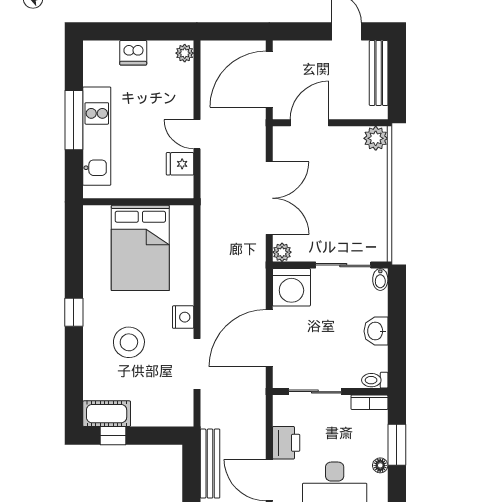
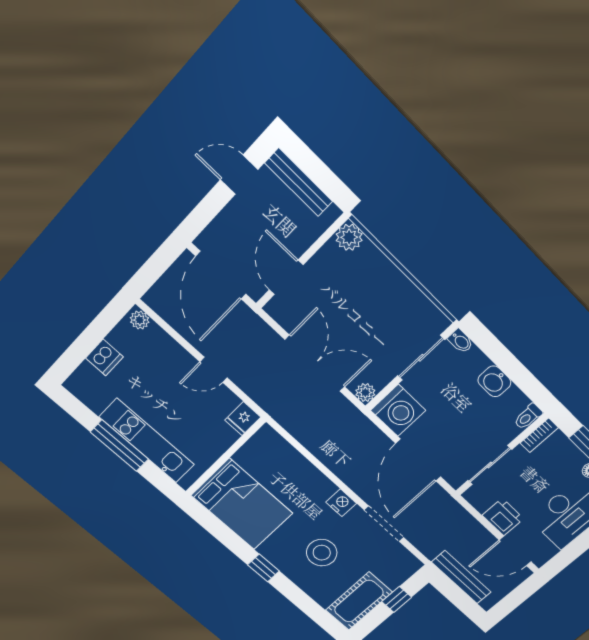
fridge: (180, 164) -> (243, 419), moved
bed: (140, 248) -> (242, 504), moved
cot: (107, 414) -> (359, 601), width x1.37, depth x1.34
window: (113, 436) -> (397, 599), moved

